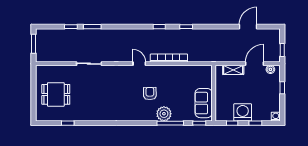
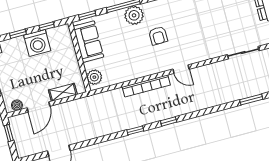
plant: (206, 75) -> (94, 77), added

